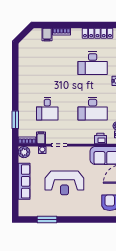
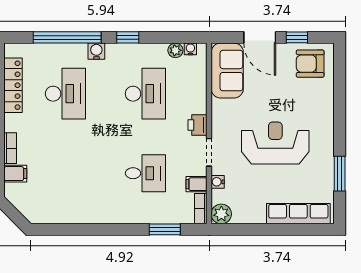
printer: (100, 139) -> (198, 125), moved
row of seats: (24, 181) -> (298, 214), moved
reception desk: (64, 183) -> (275, 143), turned -90

